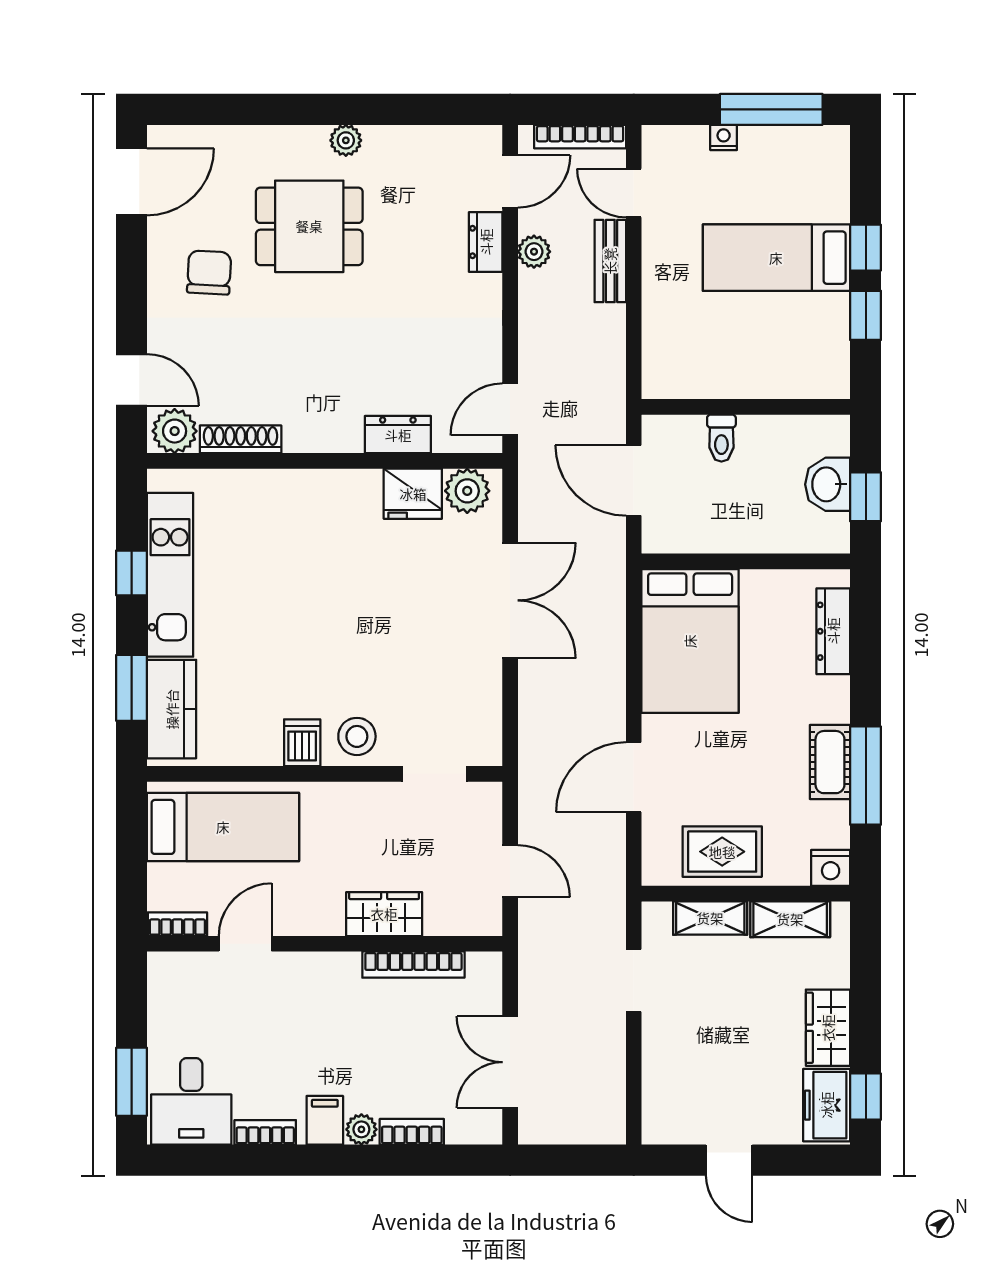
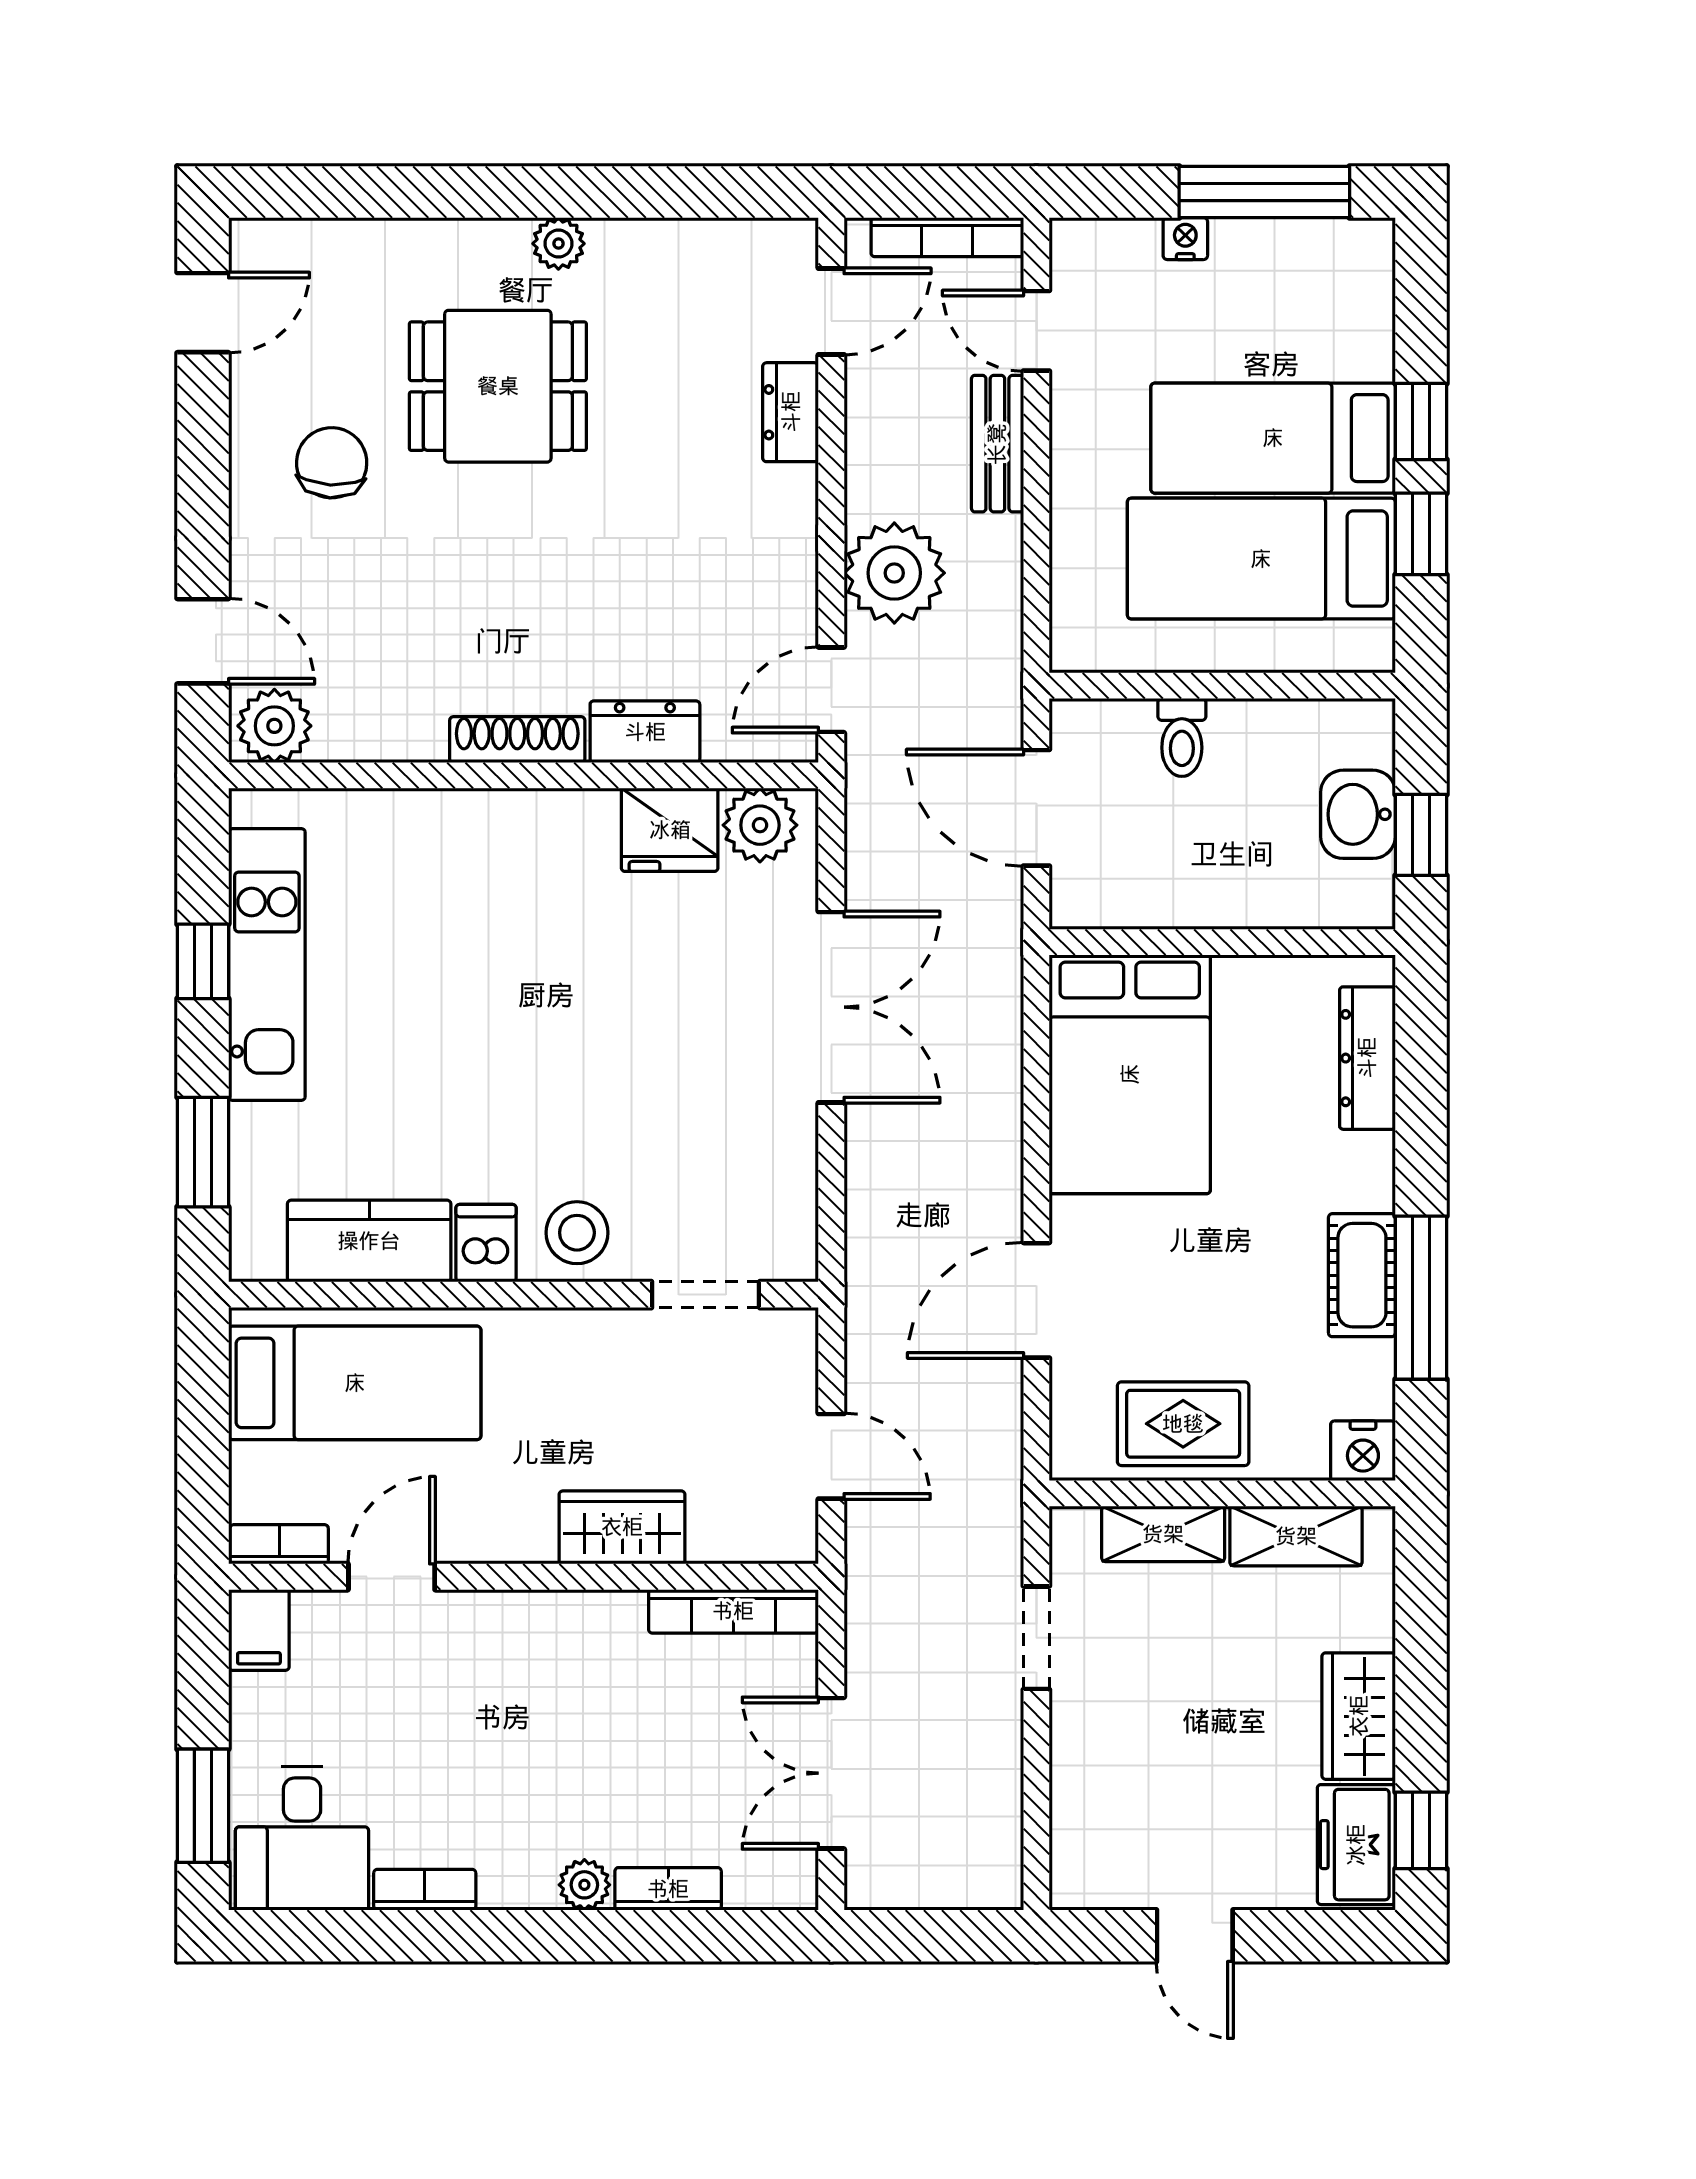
door: (132, 182) -> (203, 313), width x0.73
plant: (534, 252) -> (894, 573), moved, width x1.88, depth x1.88
bed: (769, 330) -> (1261, 559), added
shoe rack: (241, 439) -> (517, 740), moved
kitchen counter: (172, 709) -> (369, 1241), moved, turned -90
bookcase: (413, 965) -> (733, 1611), moved
filing cabinet: (325, 1120) -> (259, 1630), moved, turned 180

